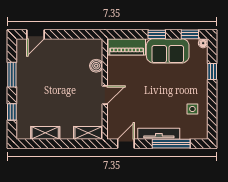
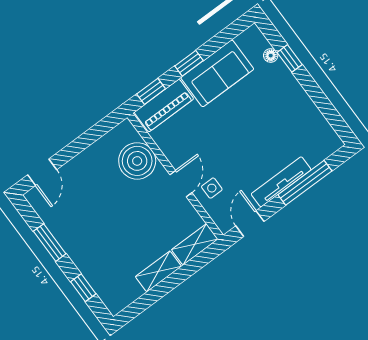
window: (190, 34) -> (151, 91), moved
floor lamp: (203, 43) -> (271, 56), moved
boiler: (96, 66) -> (137, 161), width x1.86, depth x1.86
side table: (192, 109) -> (212, 188), moved
shelving: (45, 133) -> (158, 271), moved

